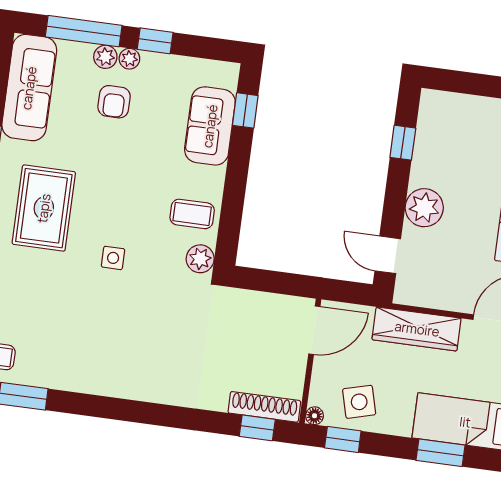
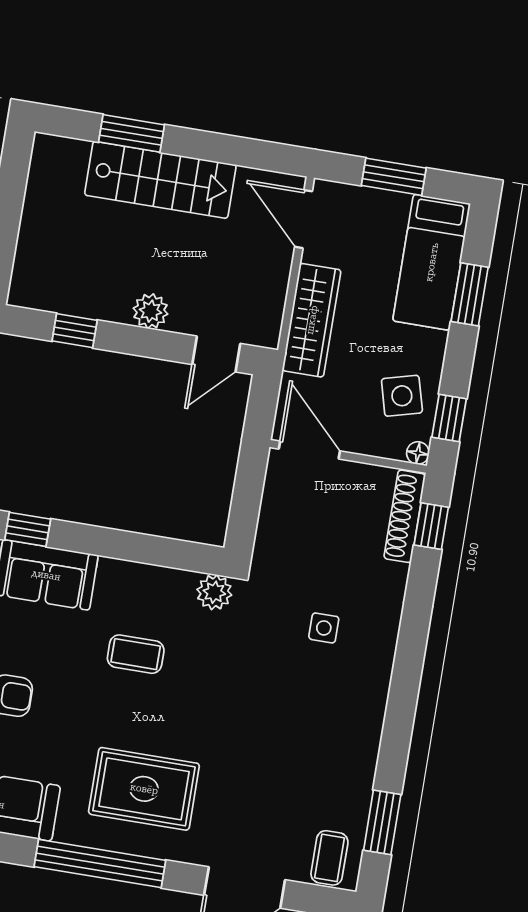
plant: (424, 208) -> (150, 311), width x0.73, depth x0.73
coffee table: (192, 214) -> (136, 654), moved, turned 90
side table: (113, 258) -> (324, 628), moved

